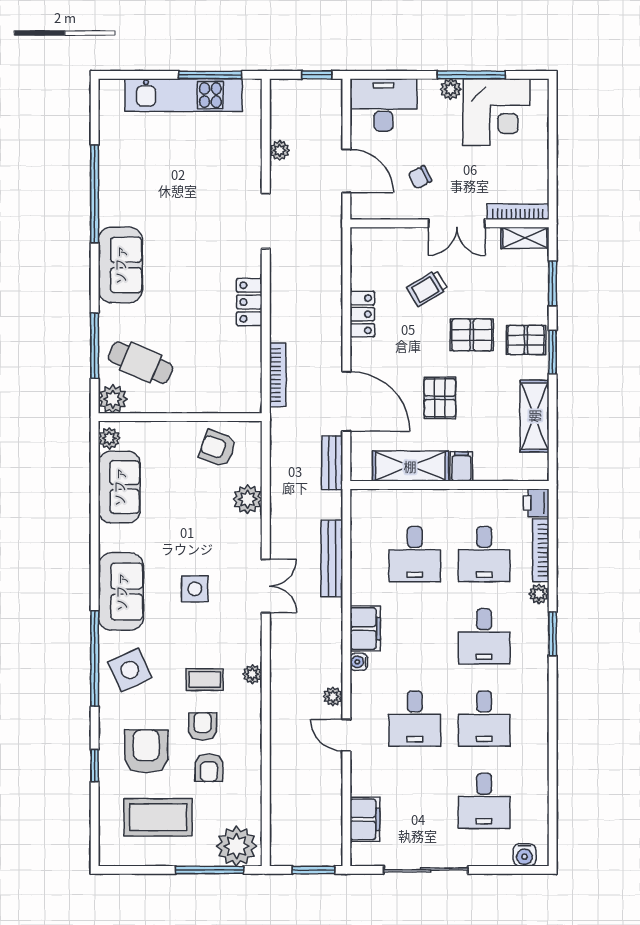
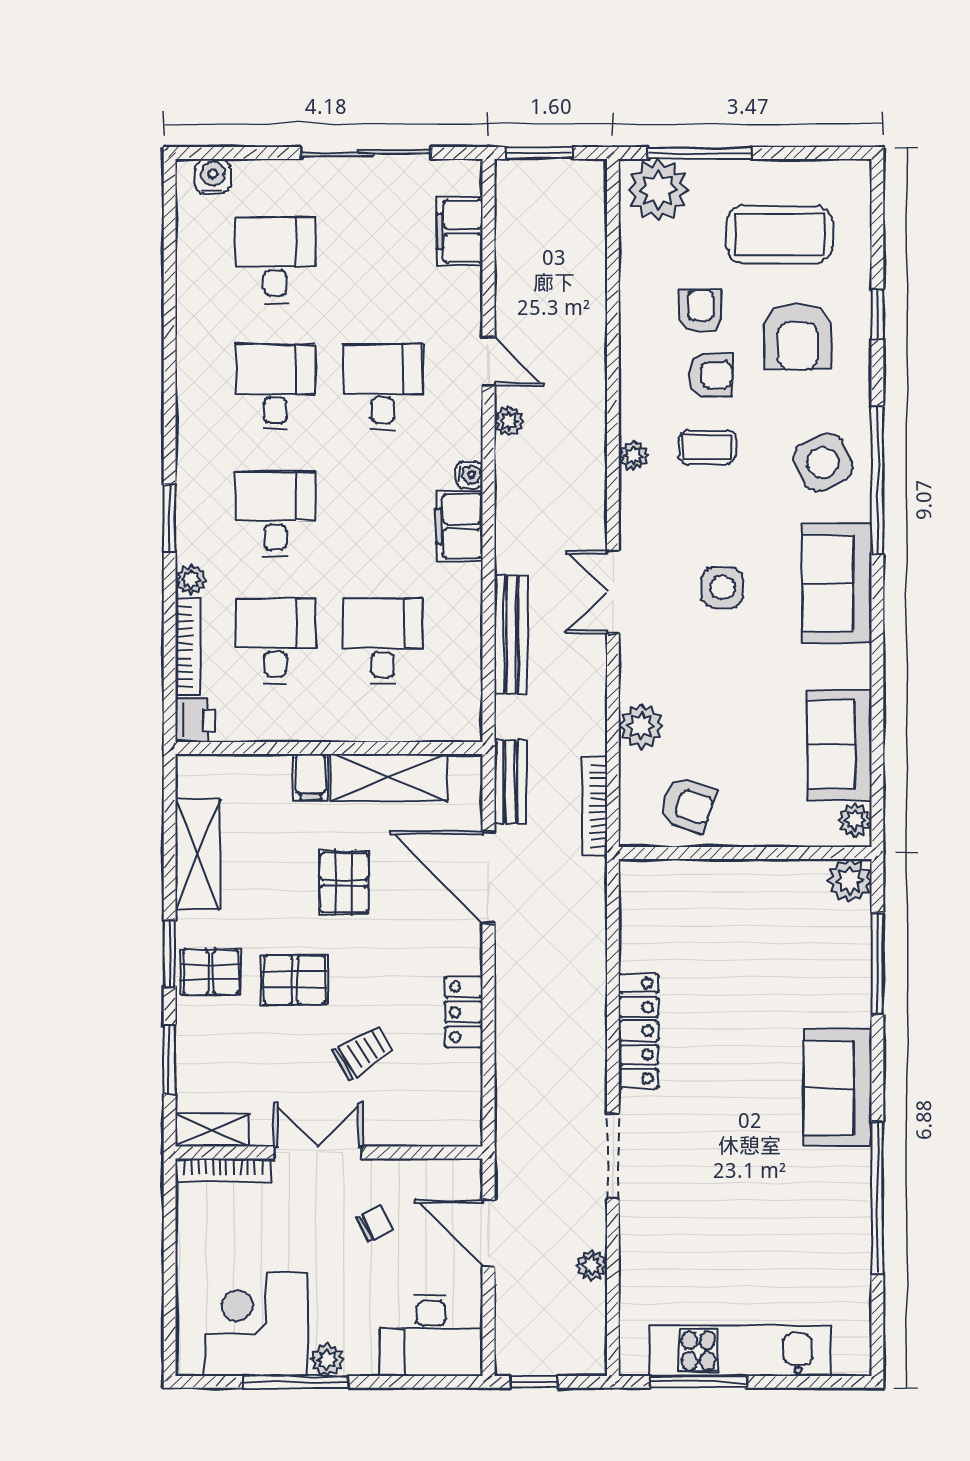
locker: (249, 302) -> (638, 1031), width x1.53
cafe table: (140, 362) -> (807, 937), removed
bookcase: (278, 375) -> (594, 806), moved
armchair: (203, 726) -> (711, 375), turned -90

